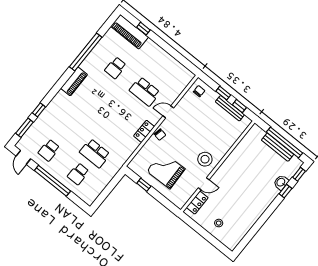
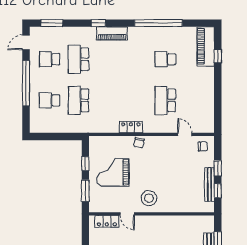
piano: (74, 81) -> (112, 33), moved
window: (39, 110) -> (98, 23), moved
door: (168, 112) -> (185, 134), moved
school desk: (66, 130) -> (79, 59), added
grand piano: (166, 170) -> (113, 172), turned -88
window: (163, 200) -> (85, 191), added

